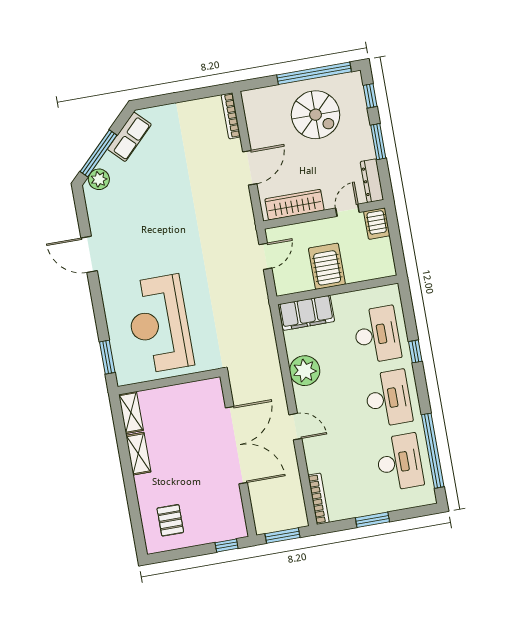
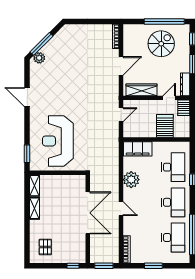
spiral stairs: (316, 115) -> (161, 44), turned -90
row of seats: (129, 137) -> (60, 38), removed
server rack: (327, 266) -> (165, 126), moved

